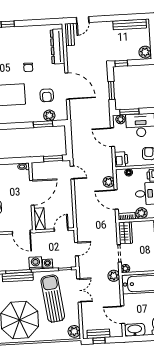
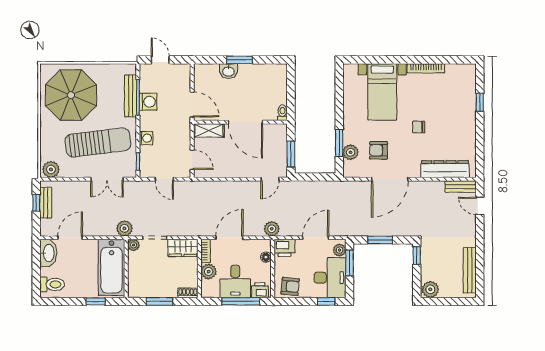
plant: (109, 182) -> (272, 229), moved
door: (21, 232) -> (192, 104), swing flipped
washing machine: (36, 263) -> (148, 102), moved

